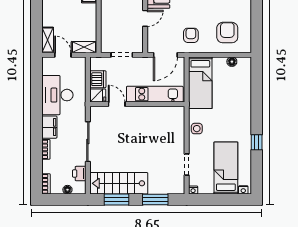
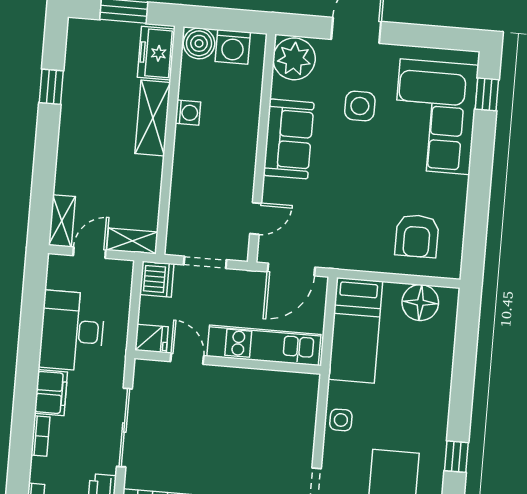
door: (145, 18) -> (256, 219), moved
armchair: (227, 33) -> (417, 236), turned 180
armchair: (191, 35) -> (345, 235), removed
door: (63, 55) -> (90, 253), hinge flipped
floor lamp: (232, 62) -> (420, 303), width x1.89, depth x1.89
dishwasher: (98, 79) -> (157, 279), moved

